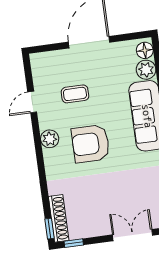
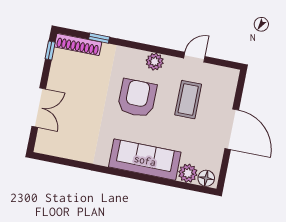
coffee table: (75, 94) -> (188, 100), width x1.36, depth x1.30
door: (32, 102) -> (194, 57), hinge flipped
window: (49, 229) -> (99, 38), moved

